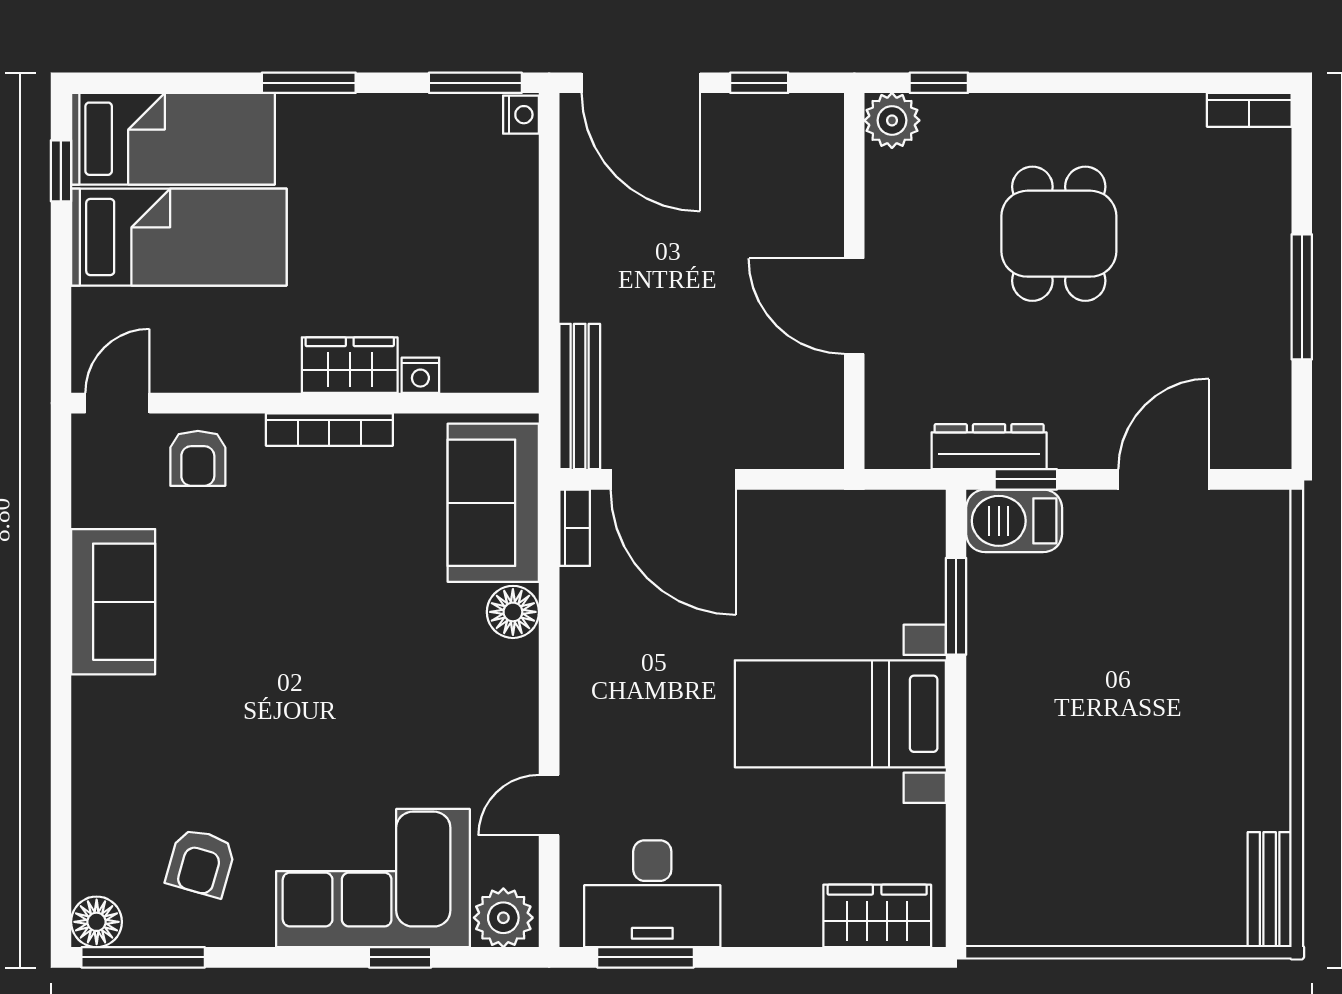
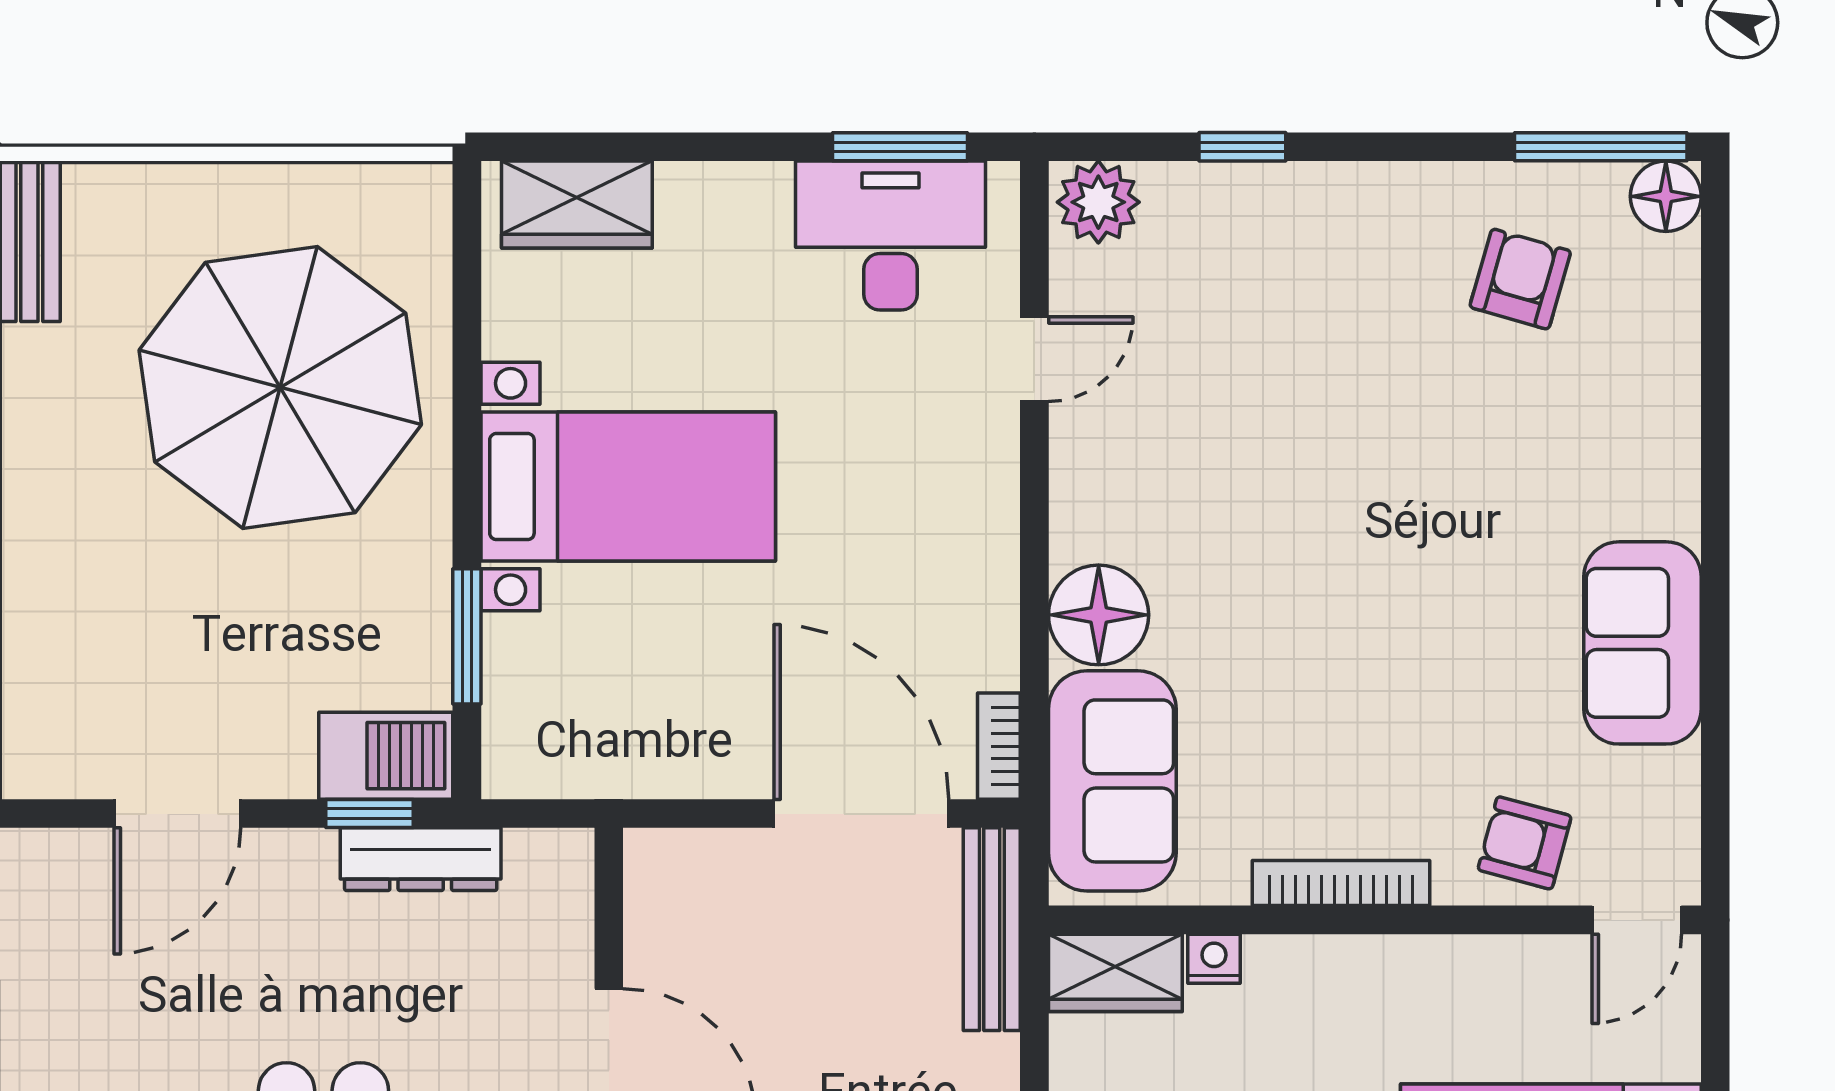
wardrobe: (350, 365) -> (1115, 973), moved
armchair: (198, 458) -> (1525, 843), turned -75
floor lamp: (513, 612) -> (1099, 615), width x1.38, depth x1.38
parasol: (1090, 785) -> (280, 387), added
corner sofa: (373, 878) -> (1280, 257), removed

